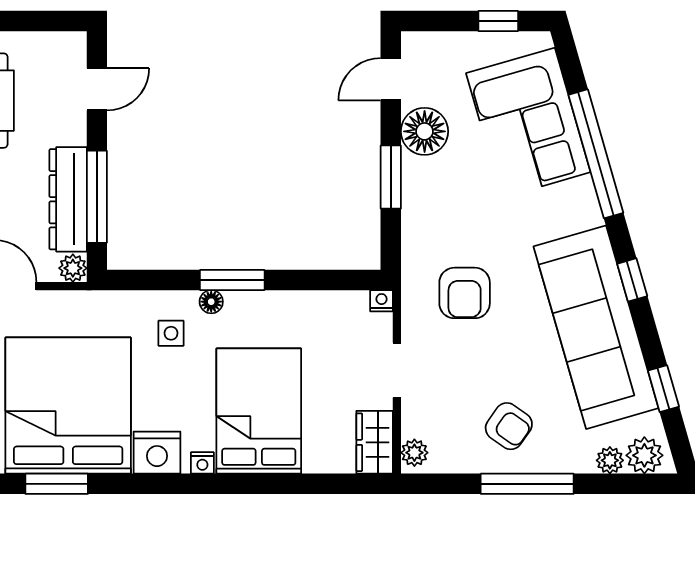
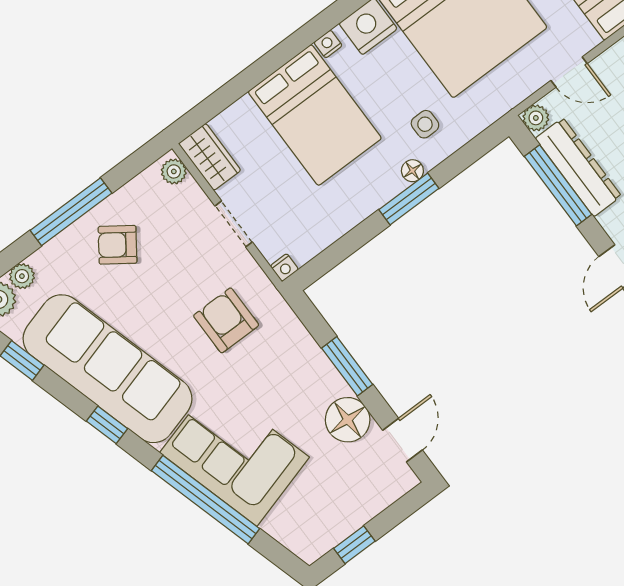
corner sofa: (528, 123) -> (235, 455), moved

